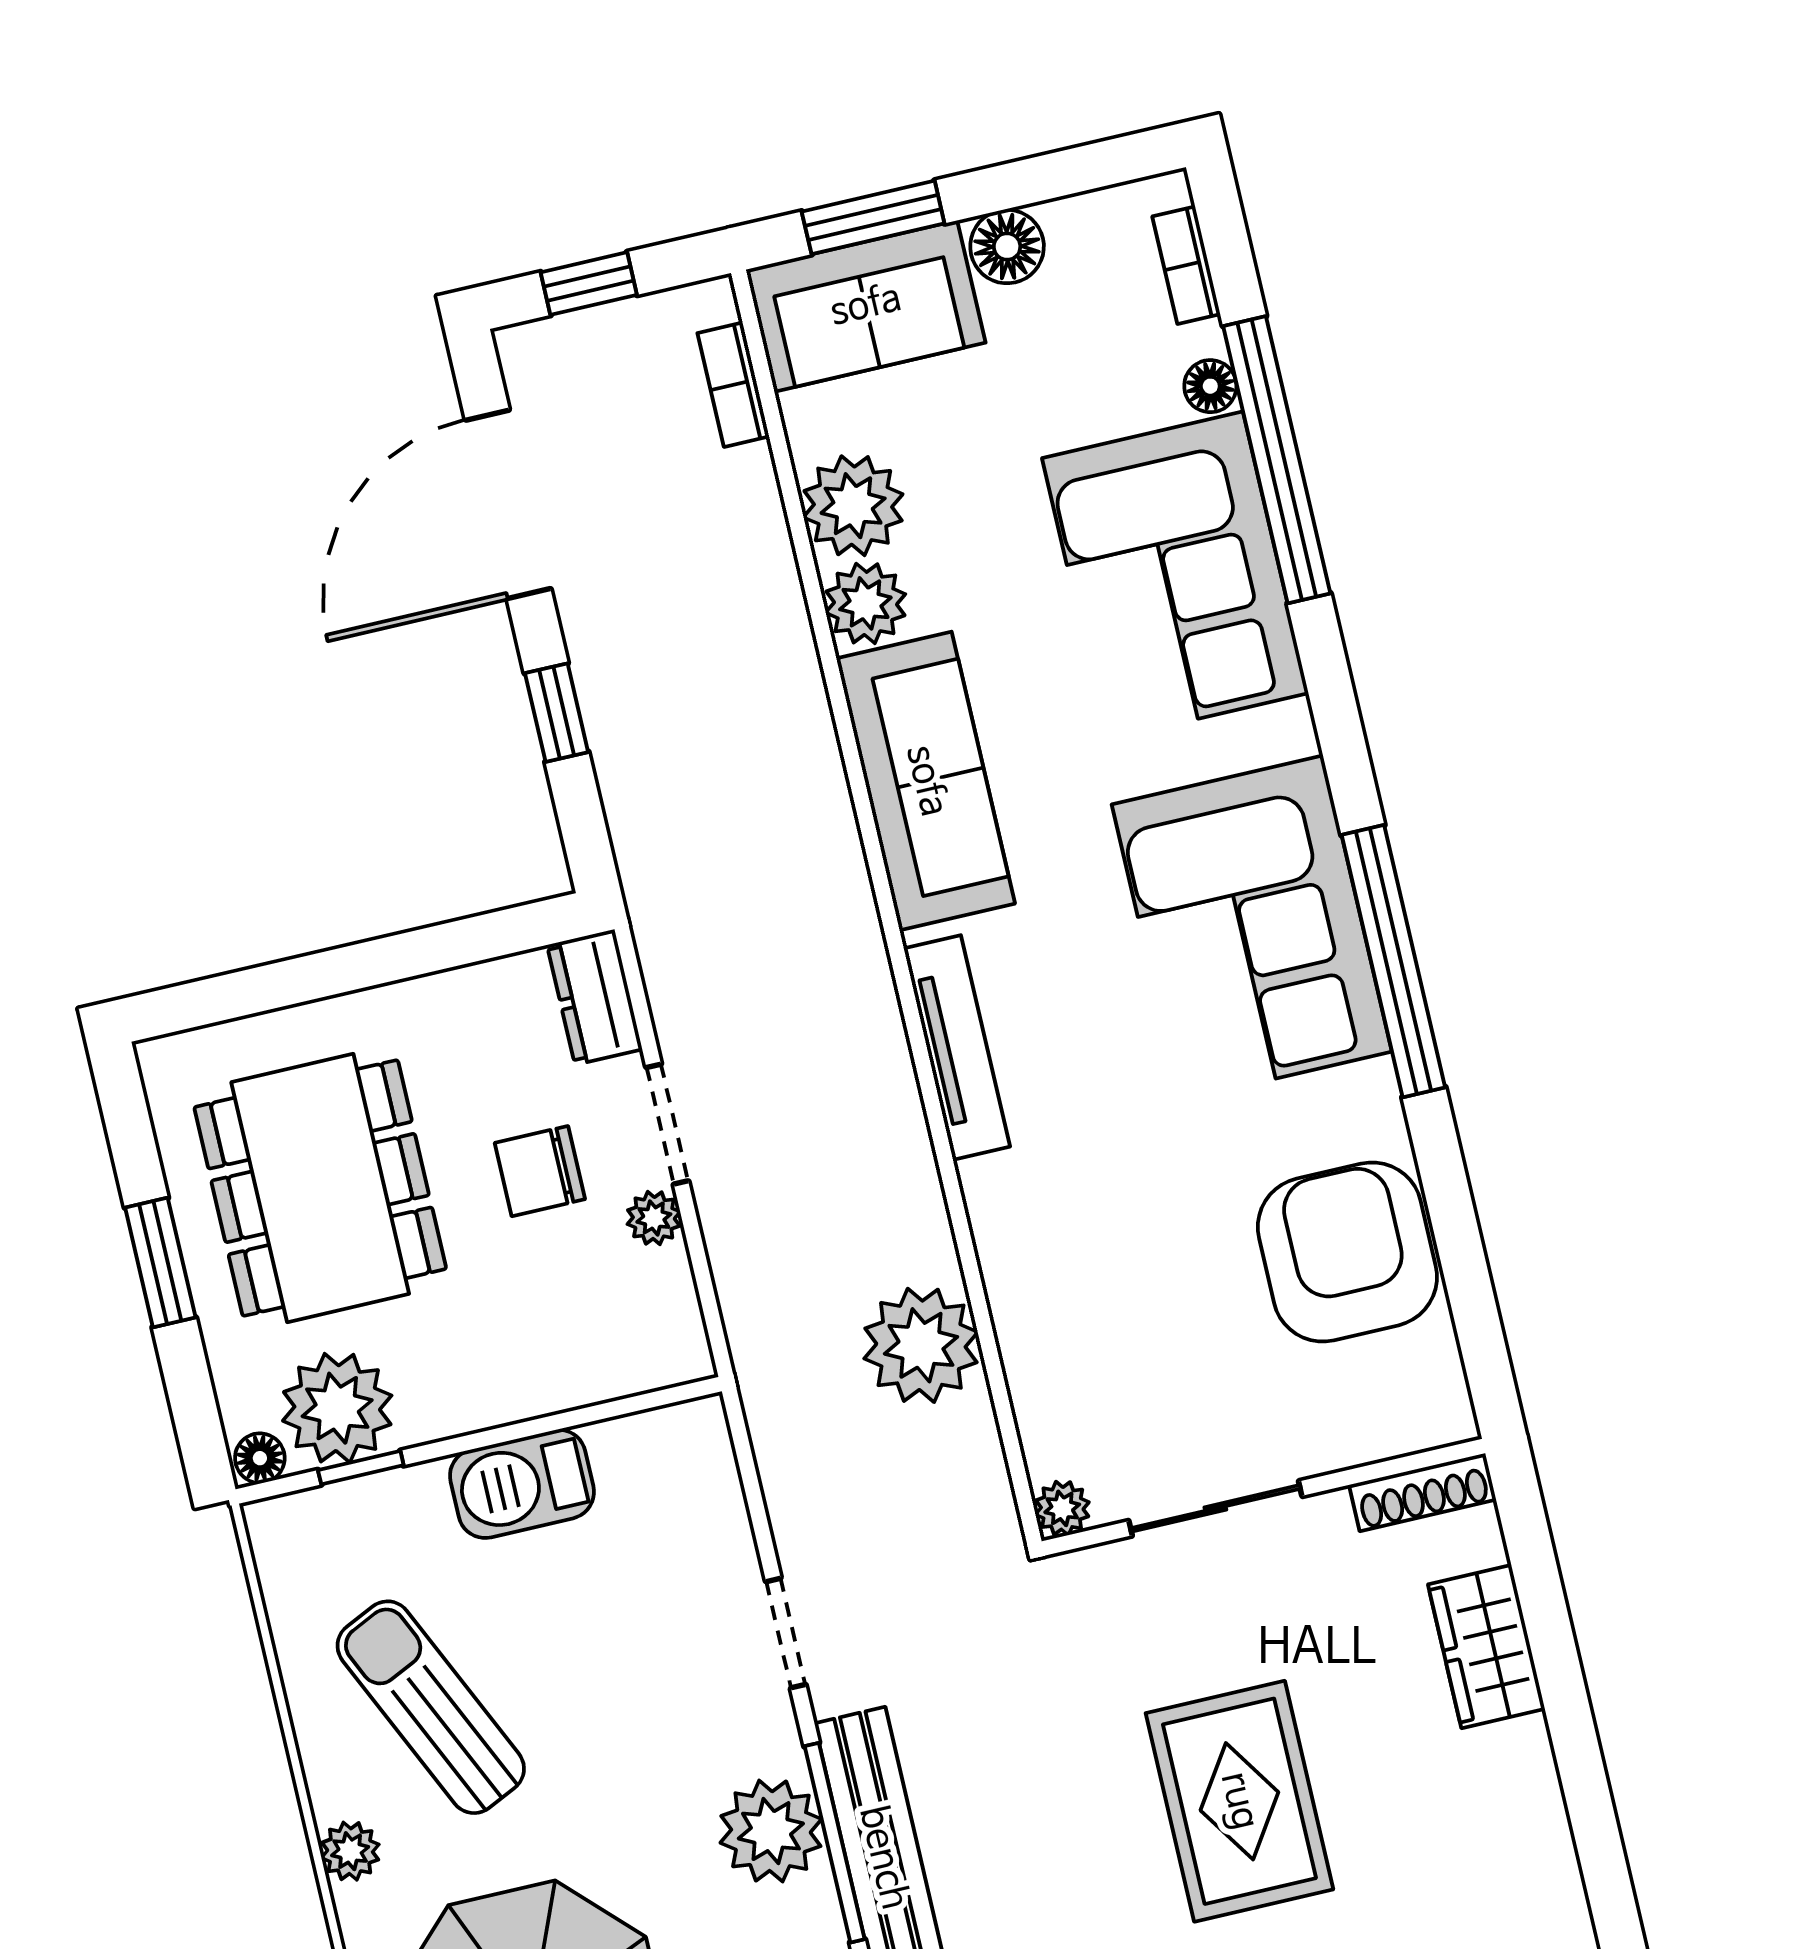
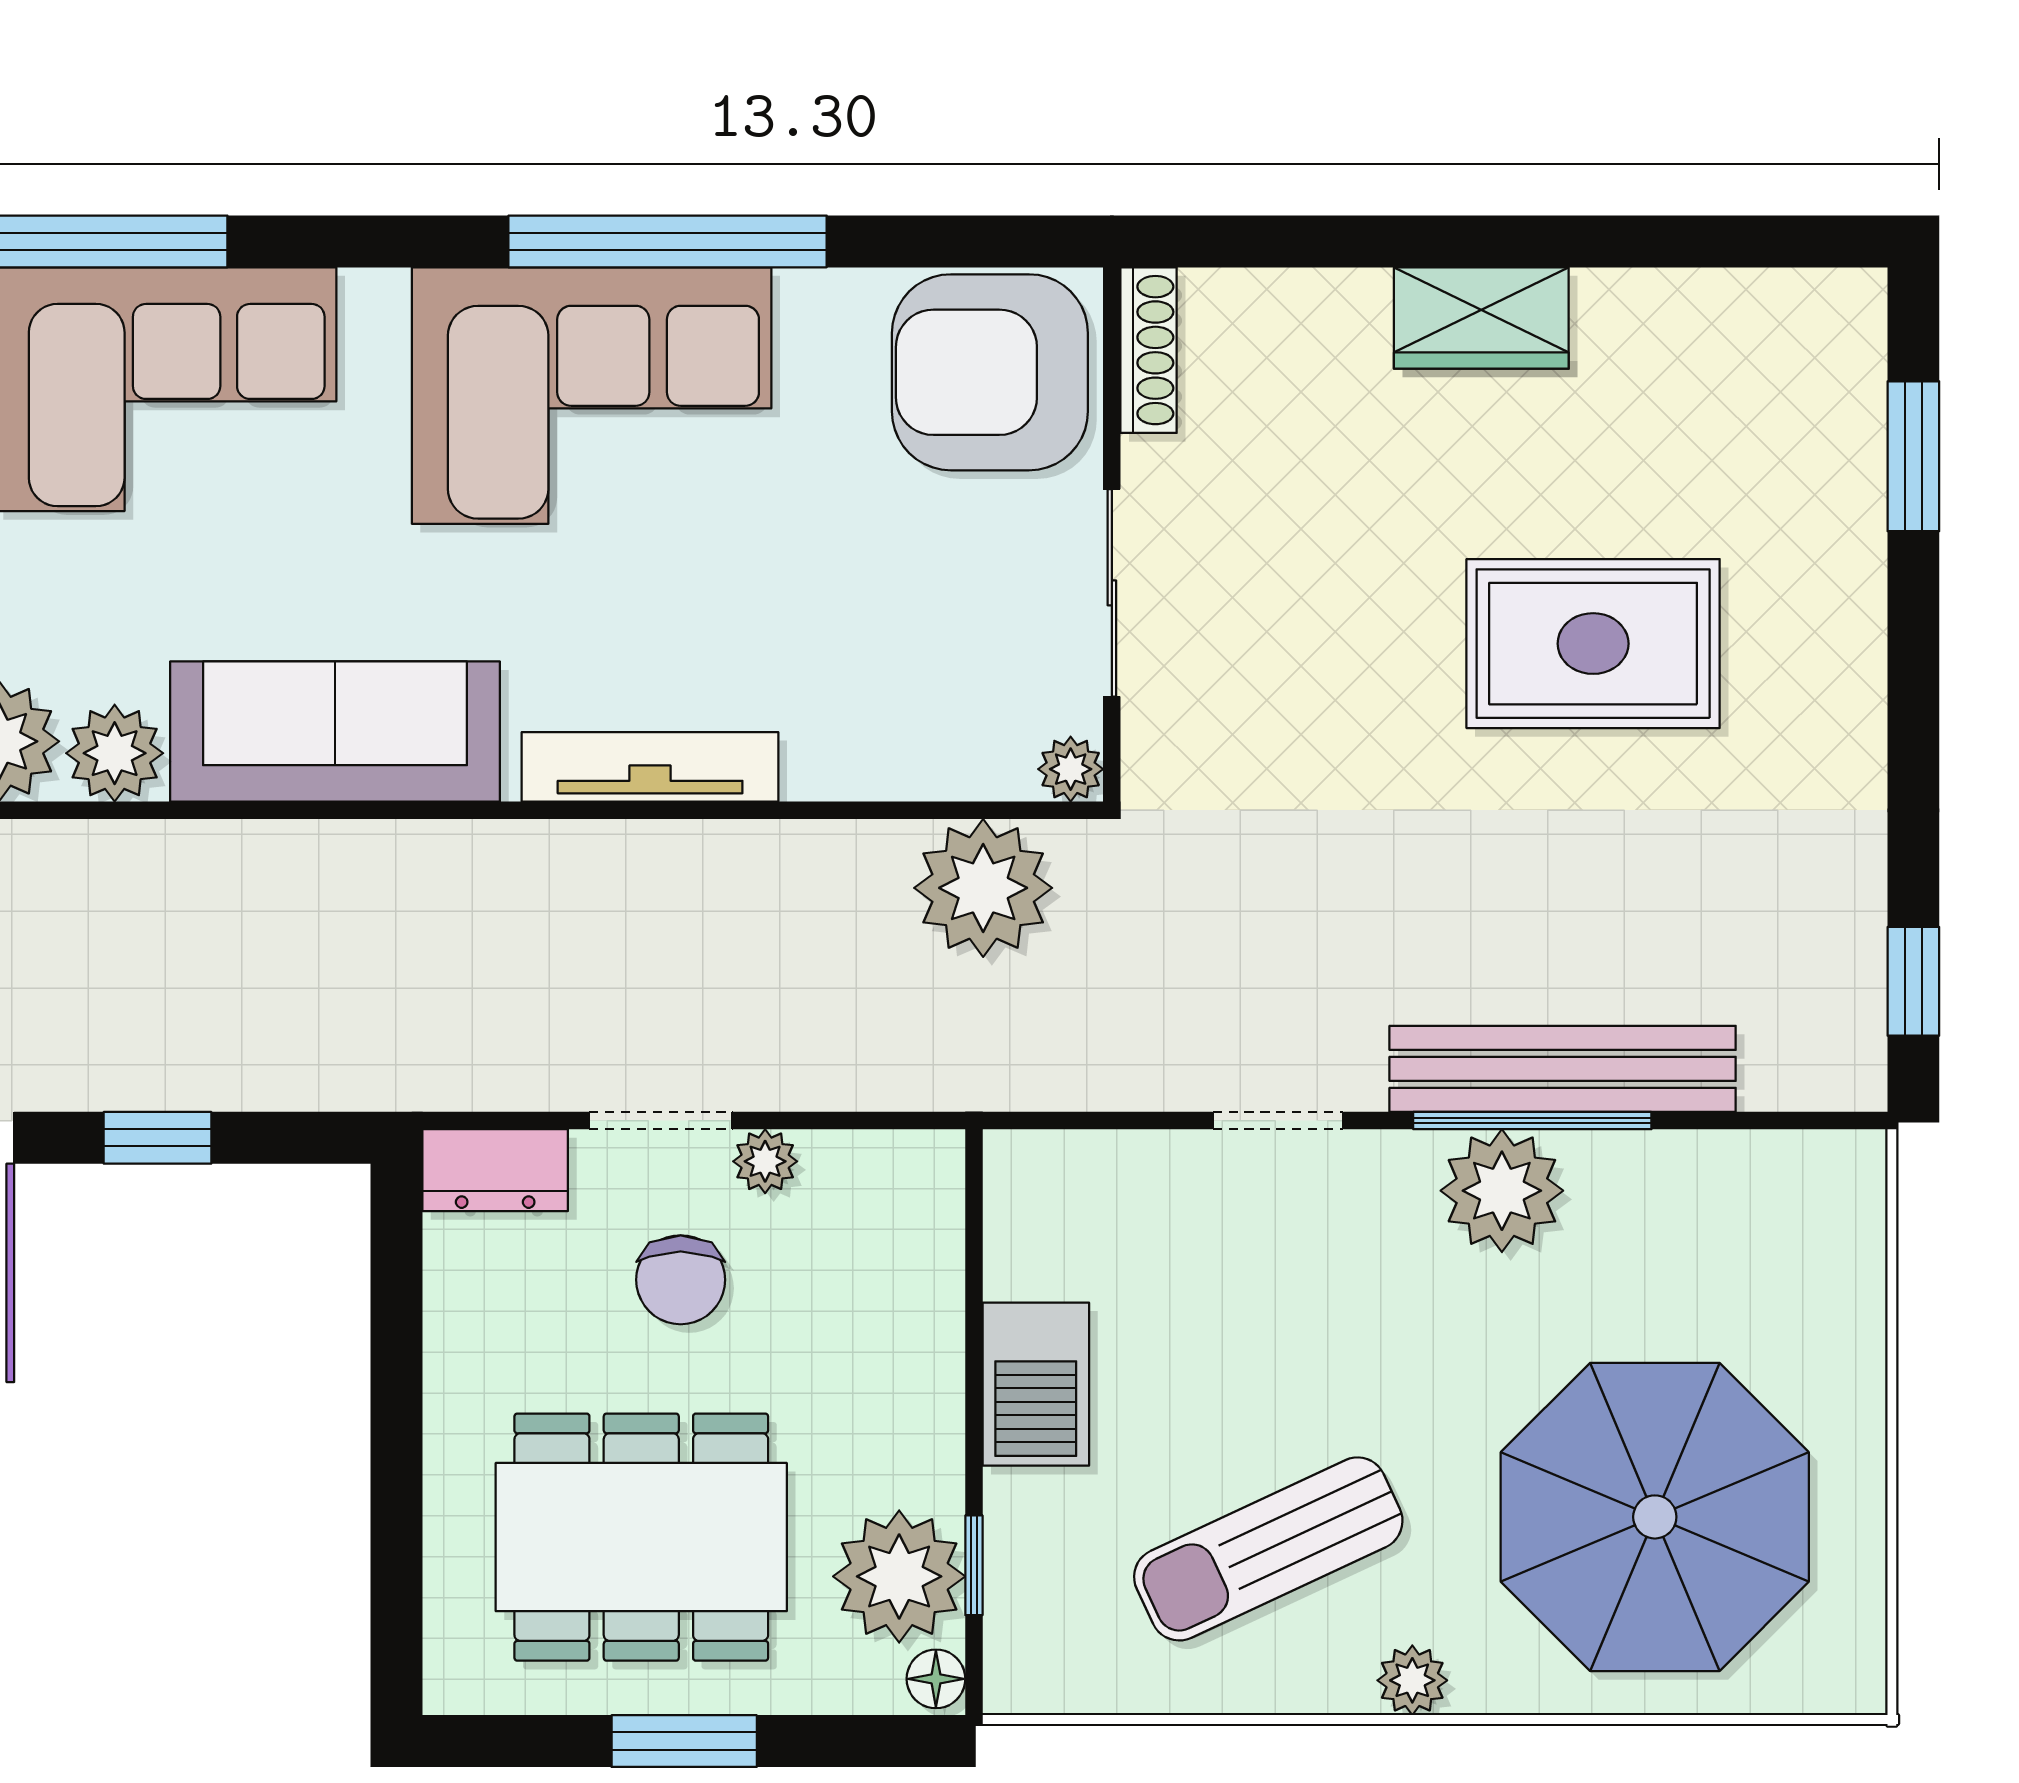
shoe rack: (1423, 1492) -> (1149, 350), moved
wall: (1264, 1497) -> (1112, 534), moved
plant: (1062, 1508) -> (1071, 769), moved
sliding door: (1215, 1508) -> (1112, 593), moved

